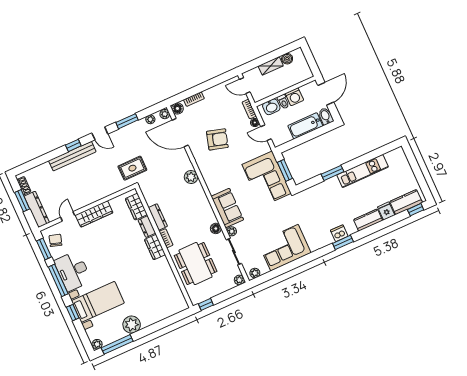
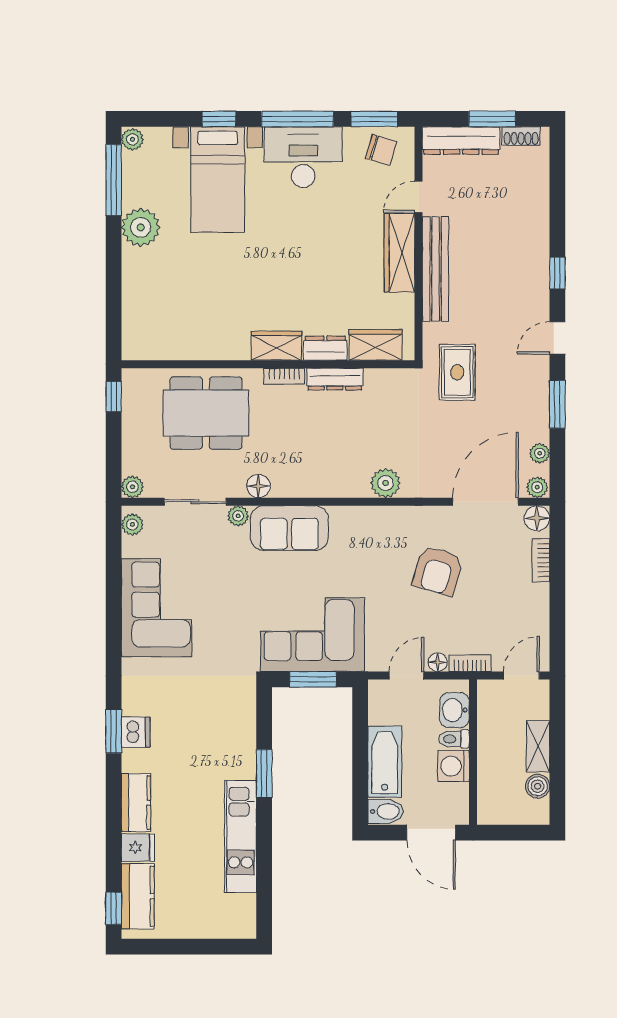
bench: (72, 156) -> (436, 269), moved
door: (68, 216) -> (419, 197), swing flipped

